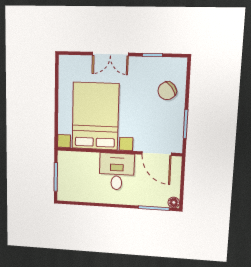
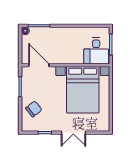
double door: (110, 54) -> (73, 133), swing flipped
desk: (117, 172) -> (96, 51), moved

